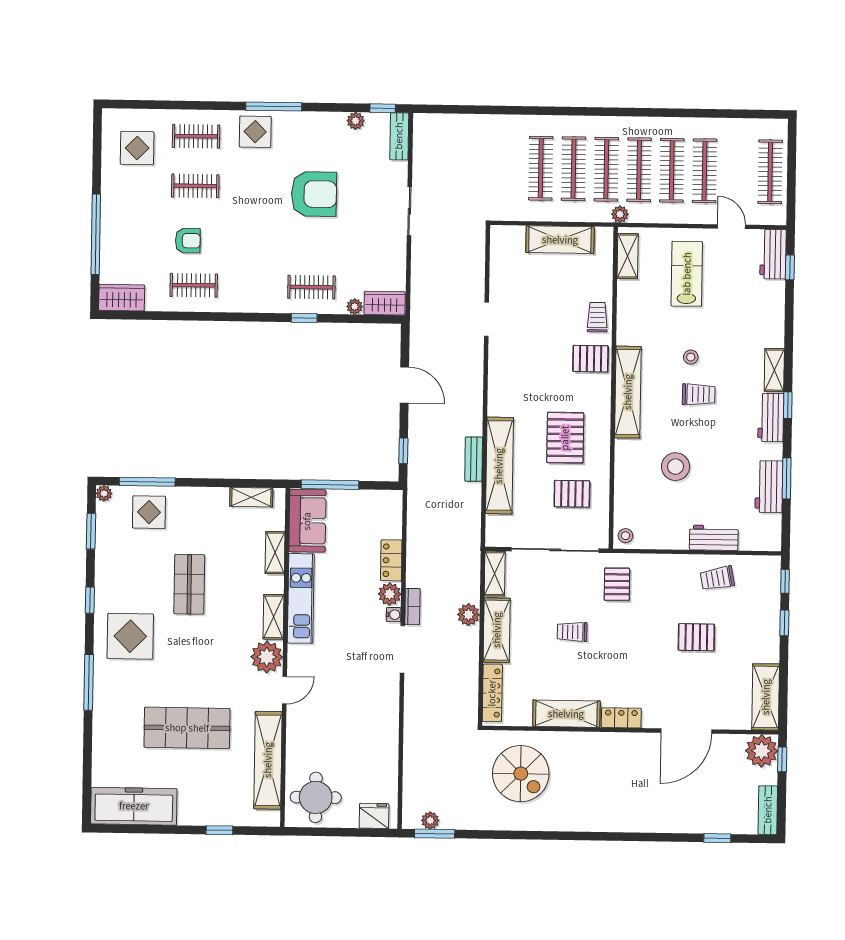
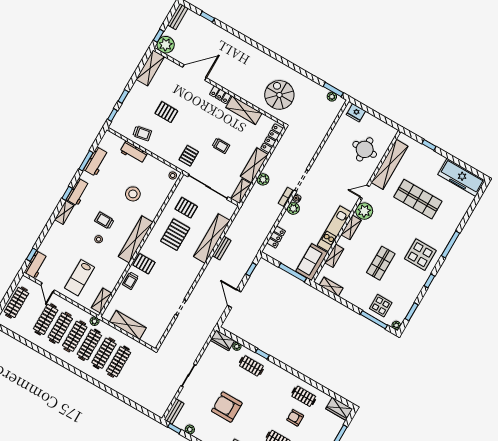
locker: (391, 560) -> (276, 237), moved
round table: (316, 797) -> (365, 149), moved

